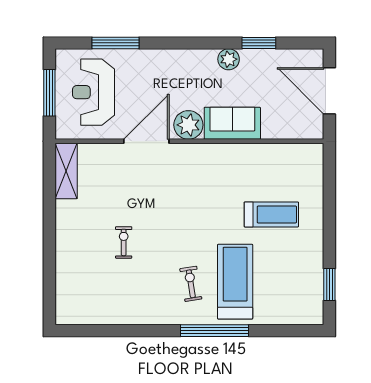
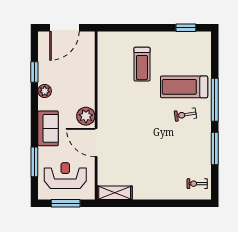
reception desk: (94, 92) -> (65, 176), turned 180
sofa: (232, 123) -> (48, 128), moved, turned 180
treadmill: (271, 214) -> (142, 64), turned 180
exercise bike: (124, 242) -> (197, 184), moved
window: (137, 331) -> (215, 149), added

